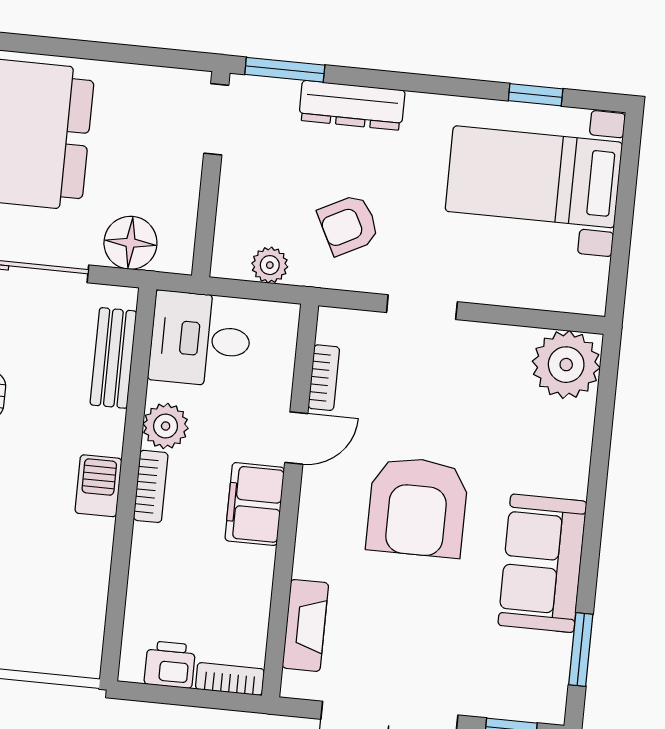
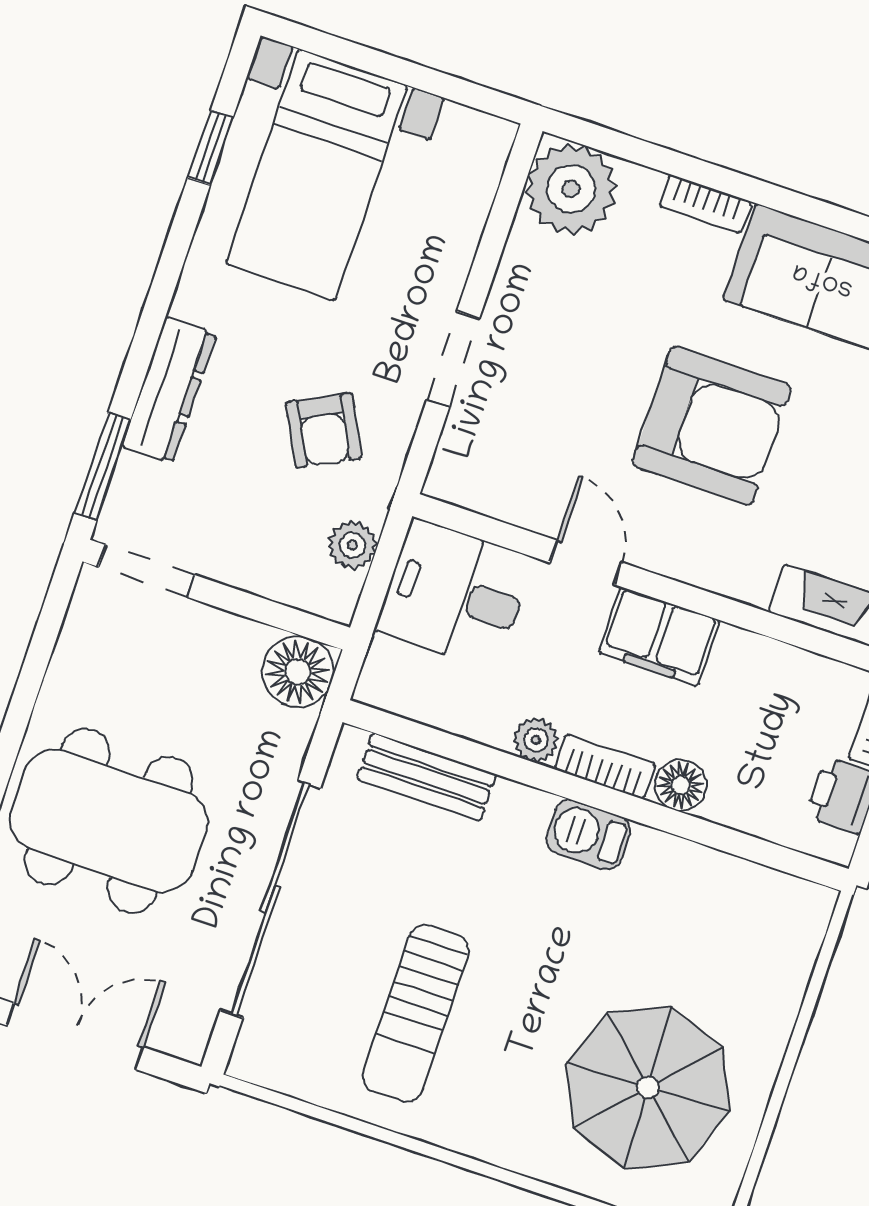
floor lamp: (130, 243) -> (298, 672), moved
desk: (200, 339) -> (455, 594), moved, turned 90
bookcase: (324, 378) -> (705, 204), moved, turned 180
plant: (166, 426) -> (536, 740), width x0.73, depth x0.73
floor lamp: (150, 545) -> (681, 785), added

